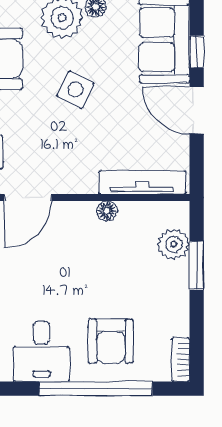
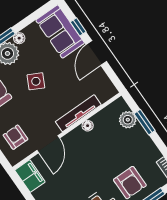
door: (197, 110) -> (96, 53), hinge flipped
tv unit: (142, 182) -> (78, 113), moved

